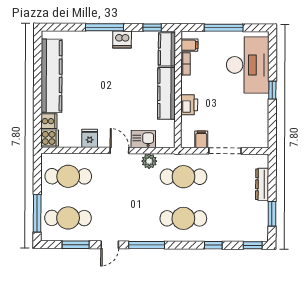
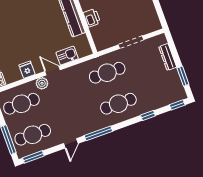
filing cabinet: (201, 139) -> (110, 40), removed
plant: (149, 161) -> (42, 83), moved
window: (76, 245) -> (33, 157), moved

